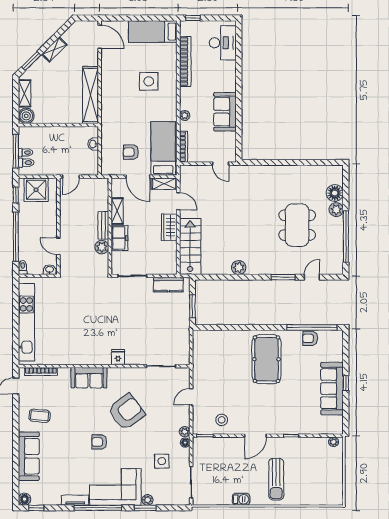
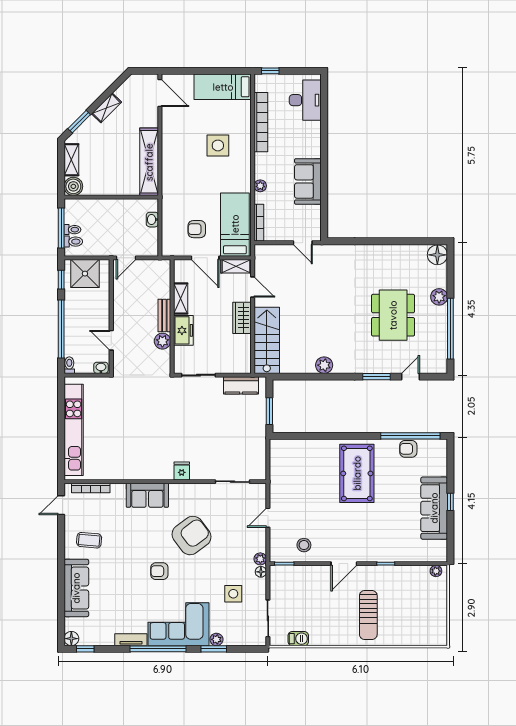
floor lamp: (335, 193) -> (437, 255), moved
barbecue: (241, 499) -> (298, 639), moved

